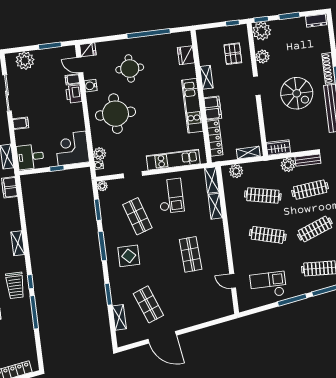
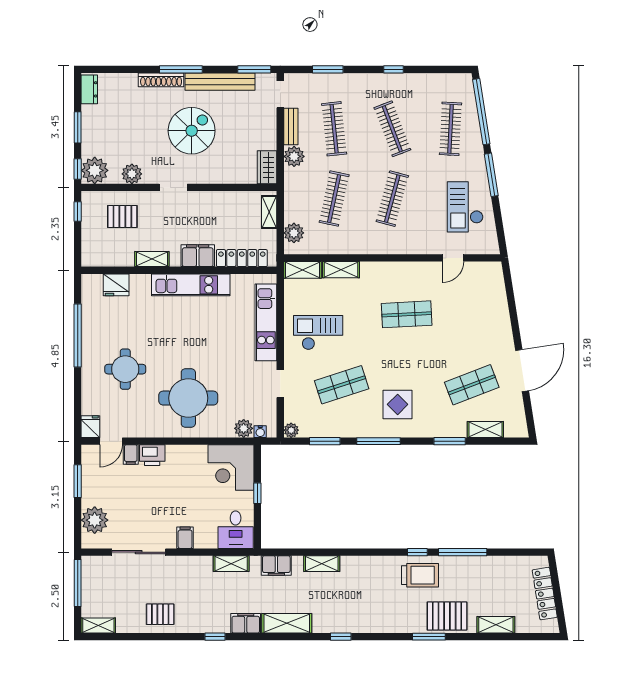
water cooler: (91, 86) -> (143, 429), removed
shelving: (18, 243) -> (322, 564), moved

